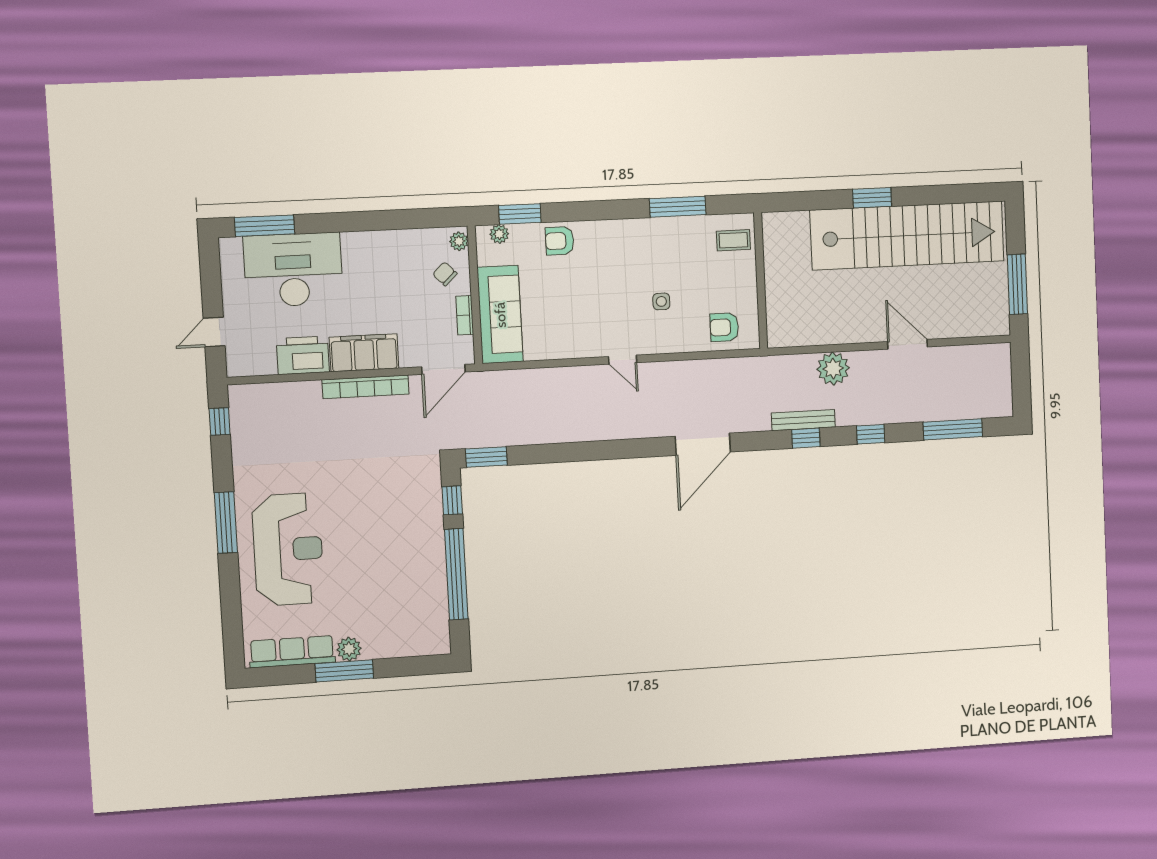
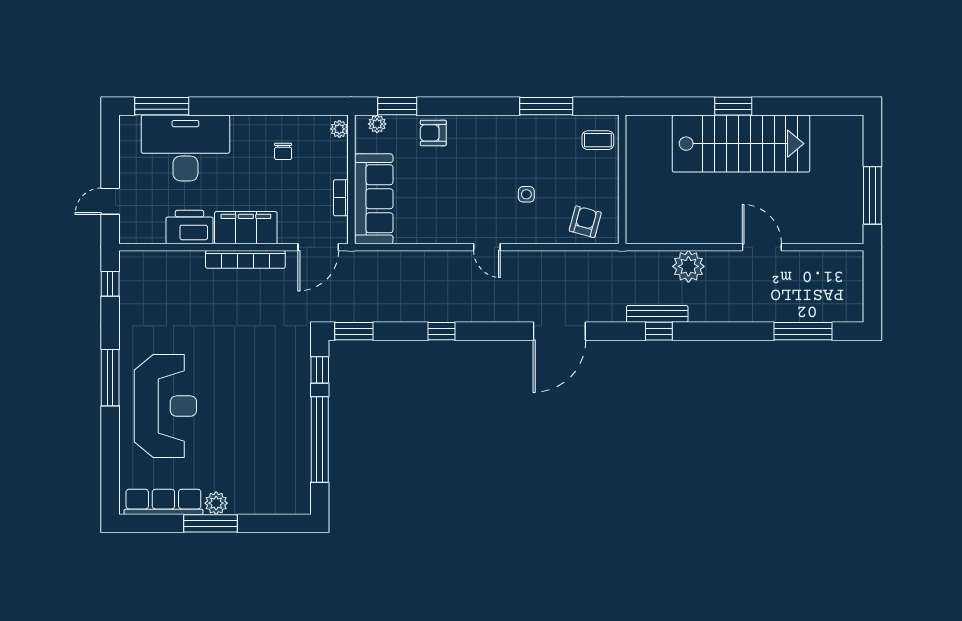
stairs: (907, 236) -> (741, 144), width x0.73
chair: (445, 274) -> (283, 151), moved, turned -136
armchair: (724, 327) -> (585, 222), turned 105
window: (871, 434) -> (442, 331), moved

